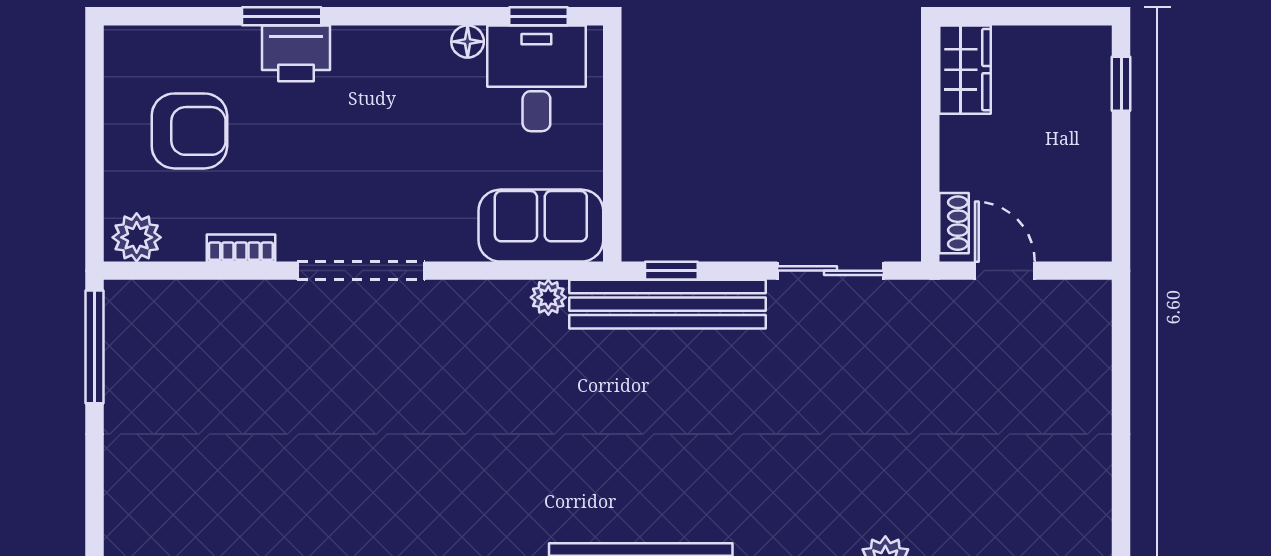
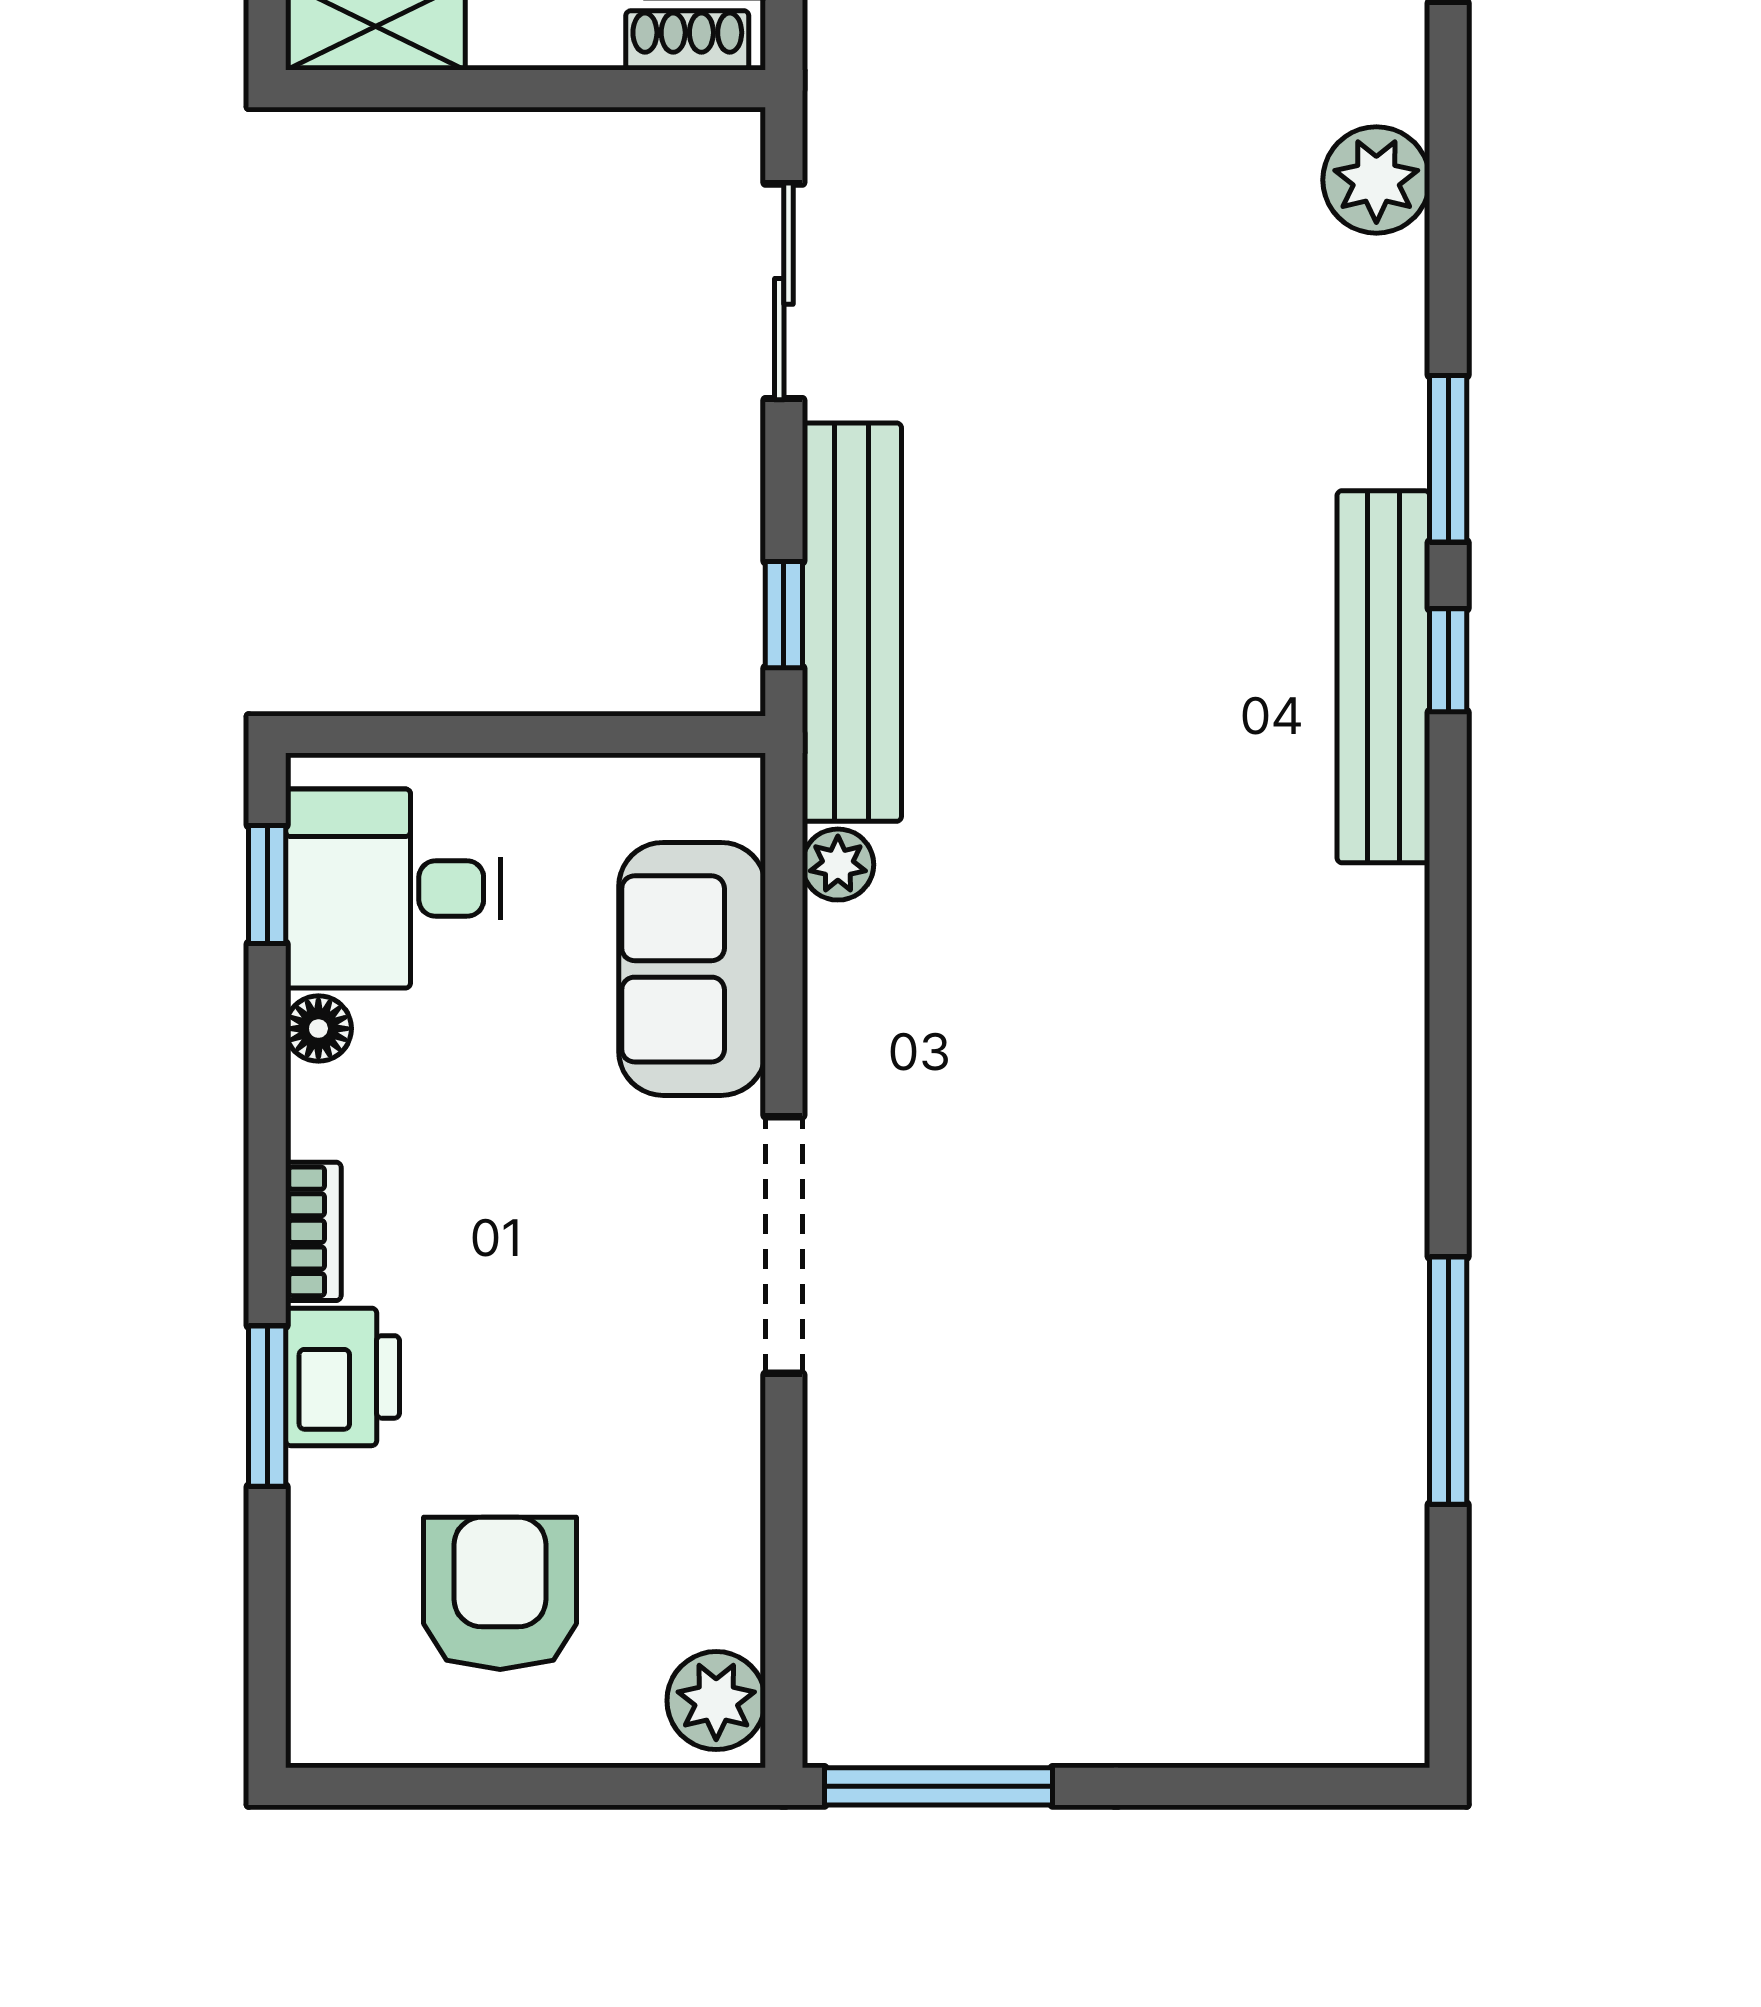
sofa: (541, 226) -> (692, 969), moved
bookcase: (241, 248) -> (313, 1231), moved, turned 180

